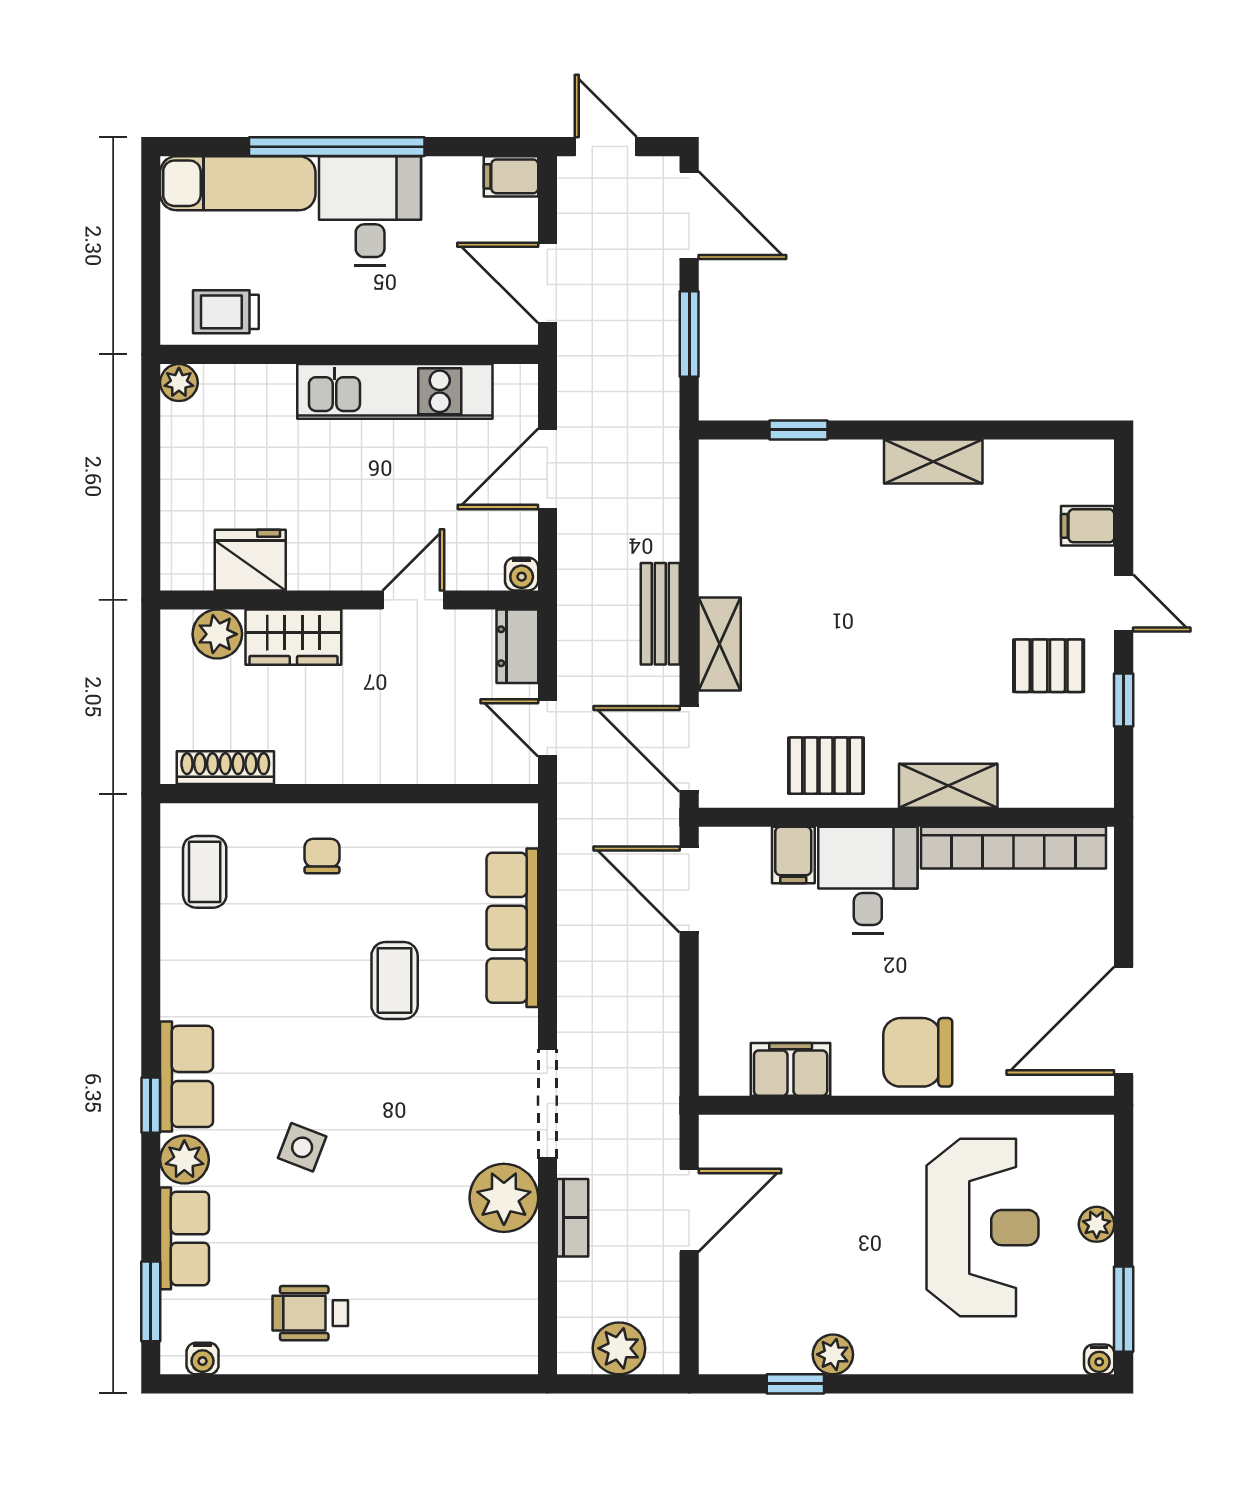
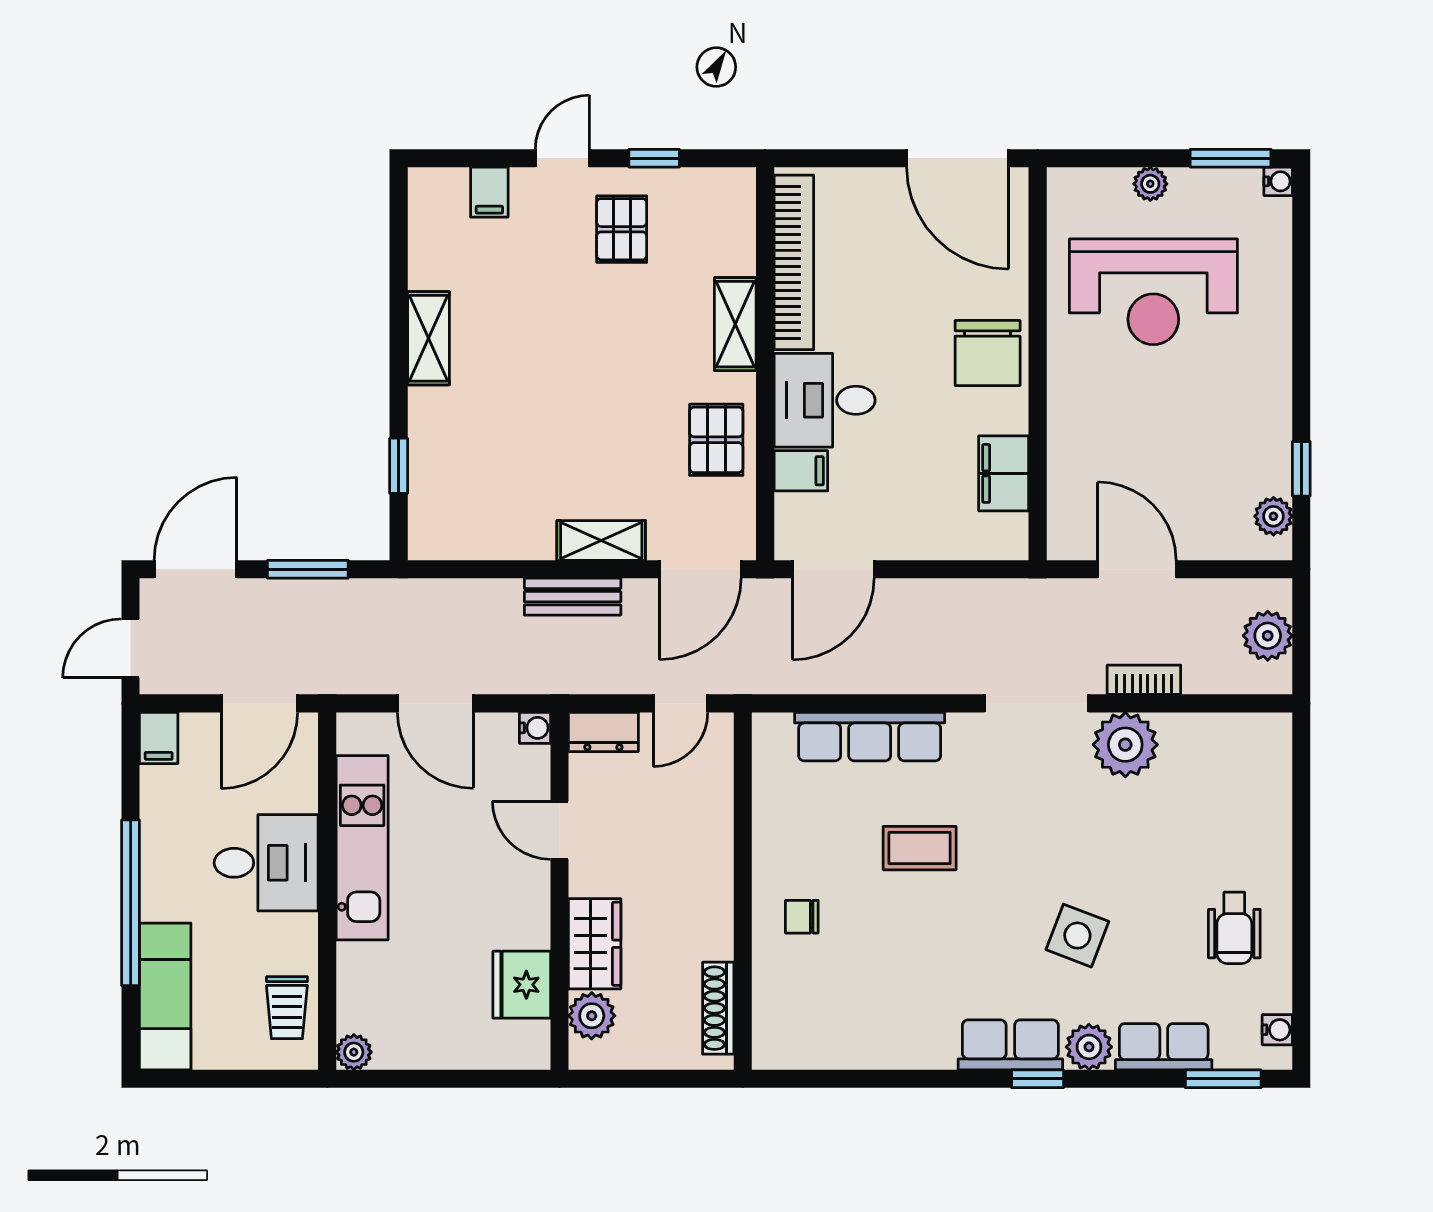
desk: (370, 211) -> (266, 863), moved, turned 180
coffee table: (205, 872) -> (817, 1028), removed
side table: (302, 1147) -> (1077, 936), width x1.37, depth x1.37
reception desk: (982, 1228) -> (1153, 292), turned 180
plant: (833, 1354) -> (1273, 516), moved

